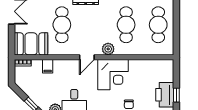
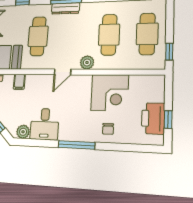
window: (176, 40) -> (169, 52), added
corner desk: (113, 75) -> (110, 93), moved

